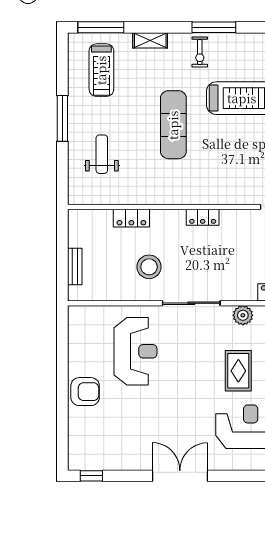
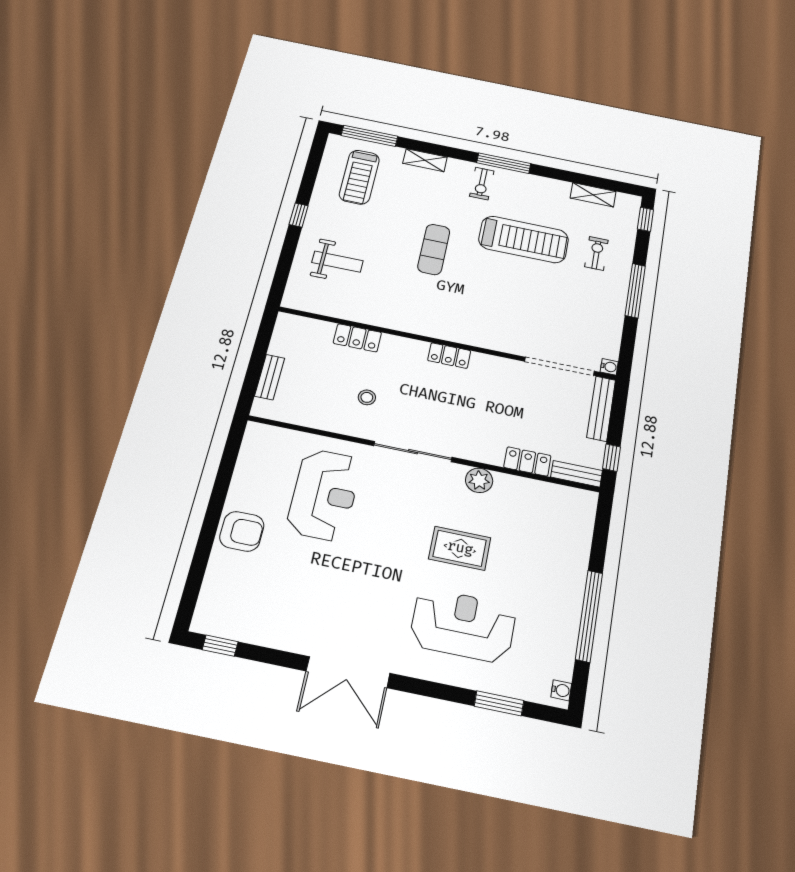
window: (62, 118) -> (299, 215), width x0.46
exercise mat: (173, 125) -> (434, 249), width x0.73, depth x0.69
weight bench: (102, 154) -> (337, 262), turned 90
stool: (149, 267) -> (367, 397), width x0.53, depth x0.53
rug: (238, 371) -> (460, 548), turned 90
double door: (180, 476) -> (348, 672), swing flipped

